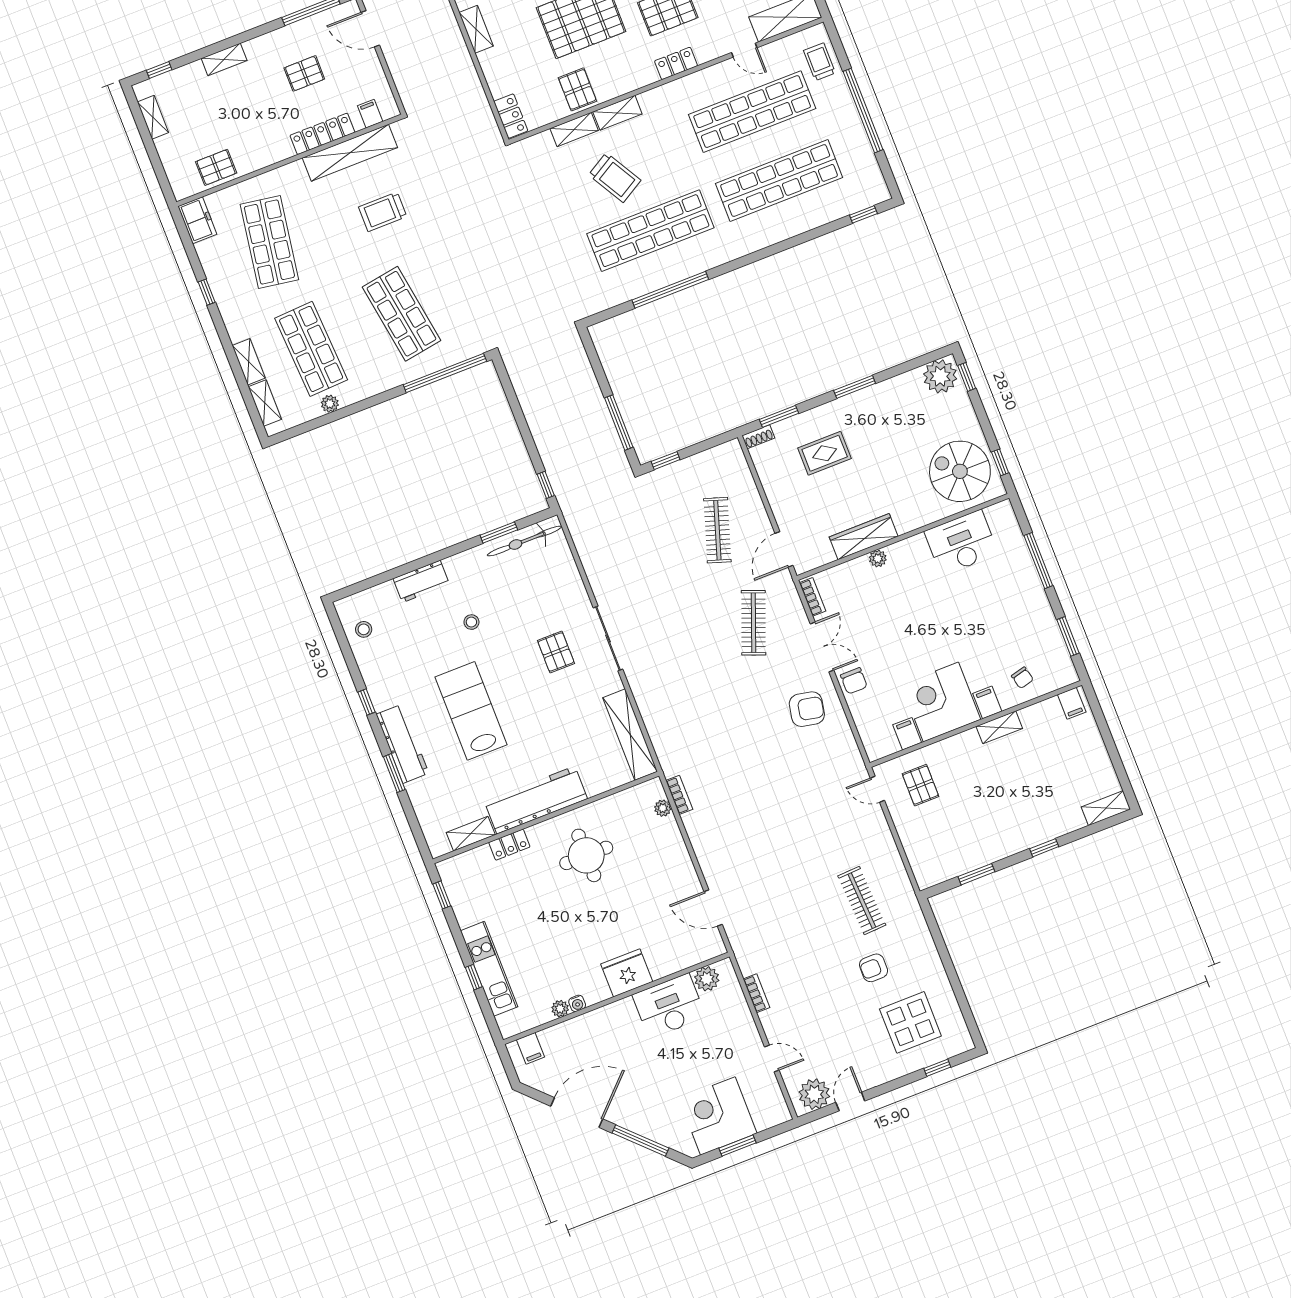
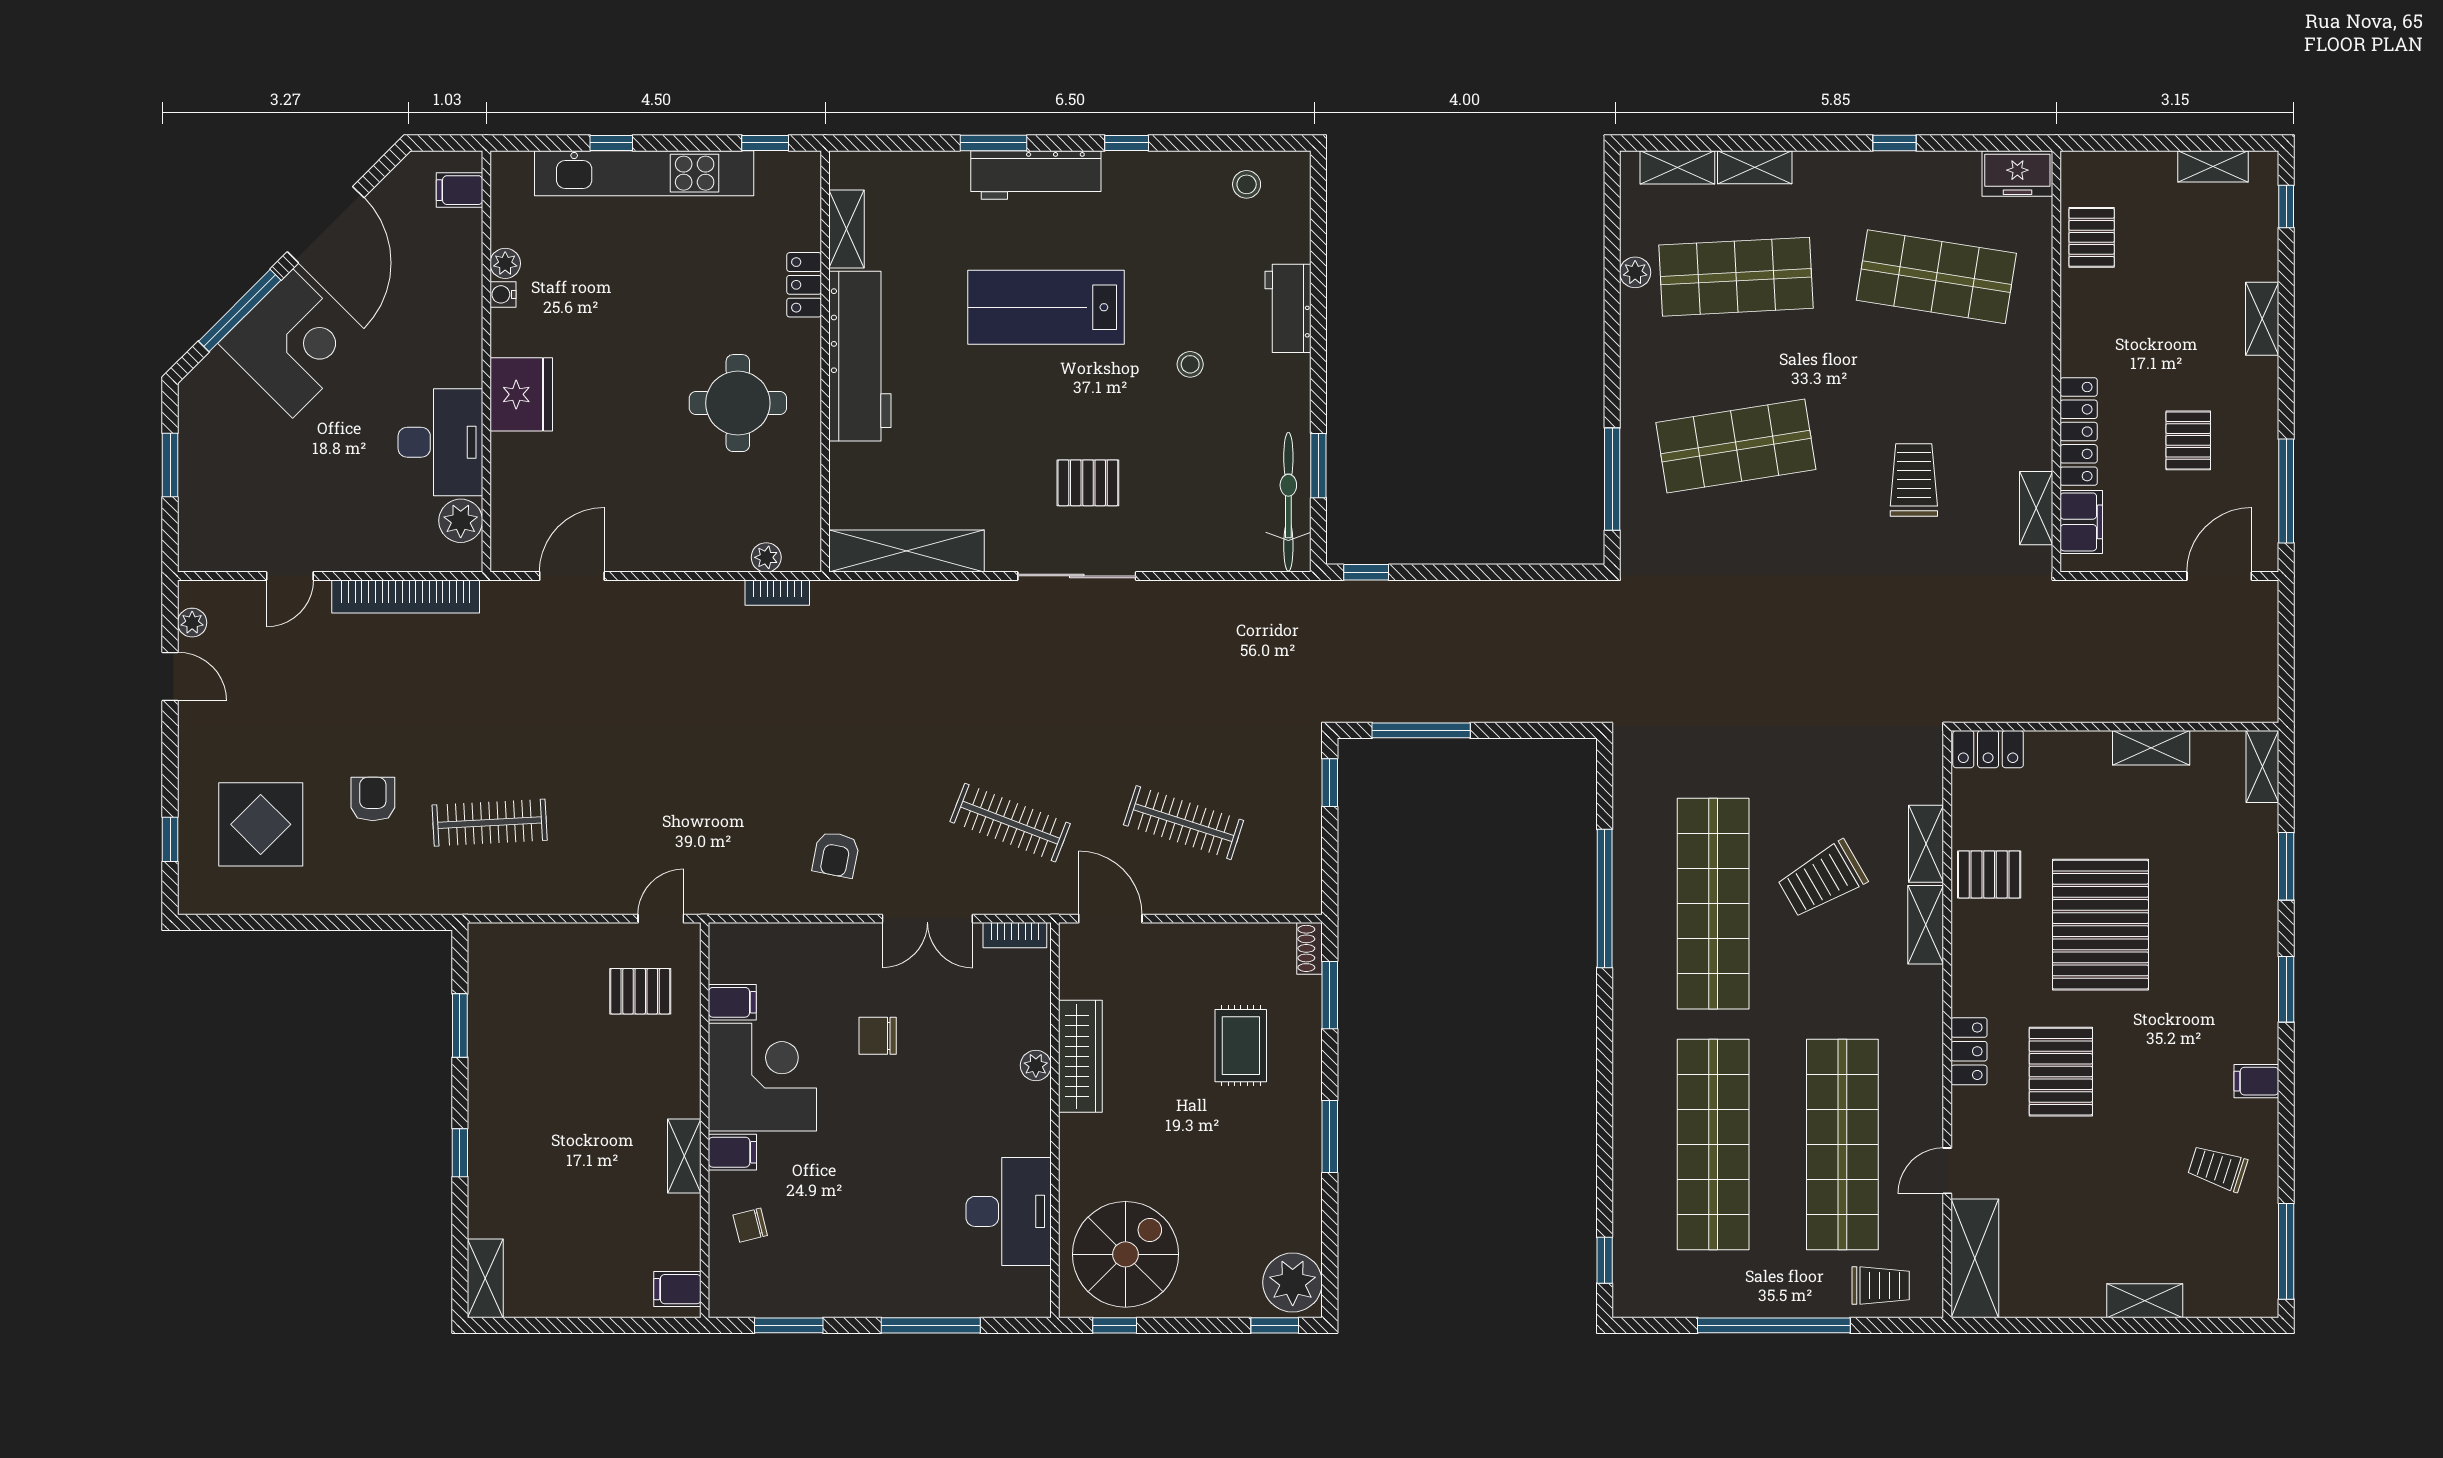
filing cabinet: (370, 114) -> (2081, 522), width x2.00
shelving: (350, 153) -> (2036, 508), width x0.45, depth x0.75
window: (445, 373) -> (1612, 479), width x0.68
chair: (854, 681) -> (878, 1036), moved
armchair: (807, 709) -> (836, 855), width x0.72, depth x0.72
lab bench: (471, 711) -> (1046, 307), turned 180
kitchen unit: (489, 969) -> (644, 173), width x1.36
bookcase: (756, 993) -> (406, 597), width x2.31, depth x1.31
plant: (814, 1094) -> (192, 623), width x0.53, depth x0.53
corner desk: (718, 1116) -> (293, 343), moved, turned 45

